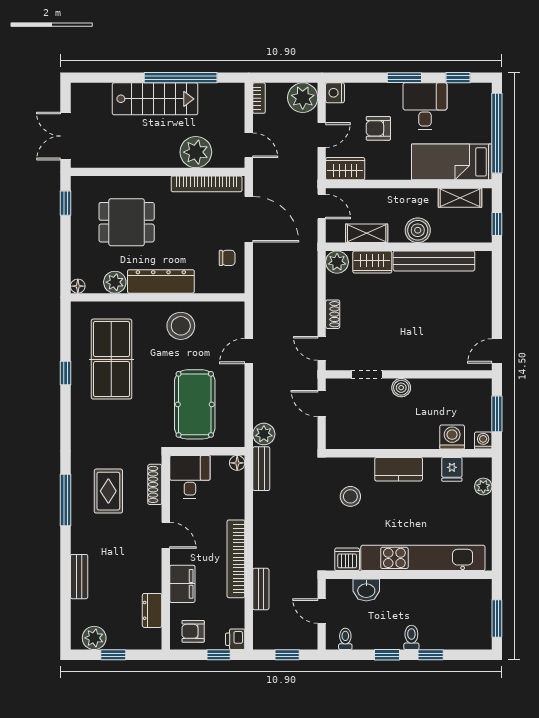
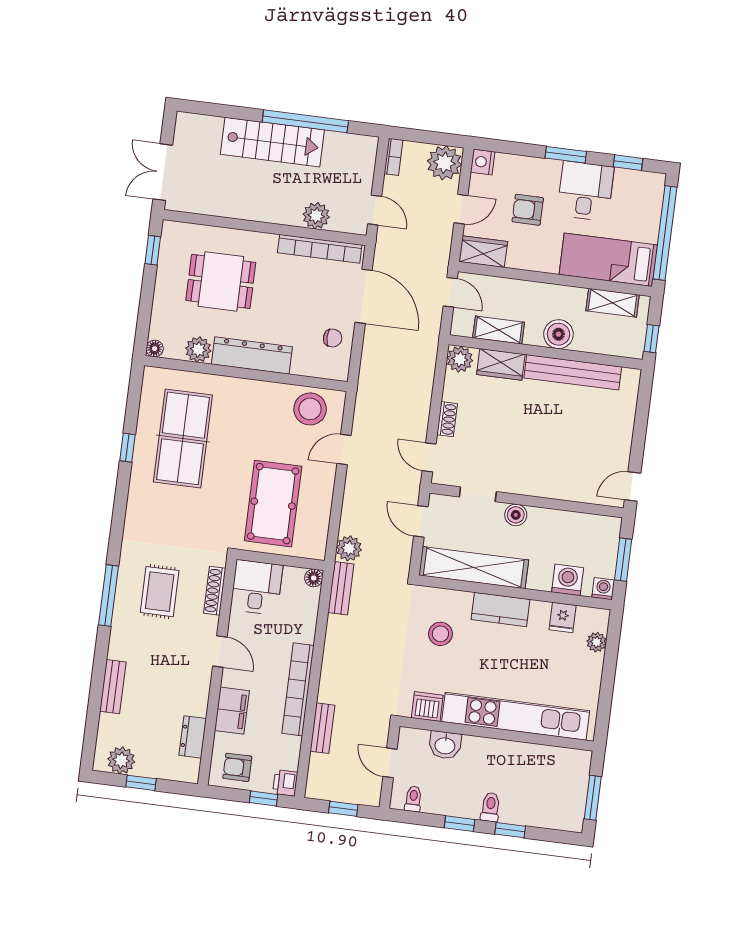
plant: (196, 152) -> (316, 216), width x0.73, depth x0.73
stool: (181, 326) -> (310, 409), moved
shelving: (371, 437) -> (474, 568), added

